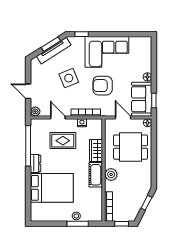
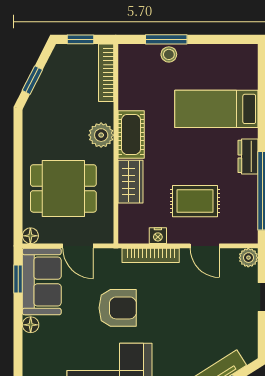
side table: (69, 78) -> (183, 323), removed
bed: (52, 188) -> (216, 109), width x0.67

